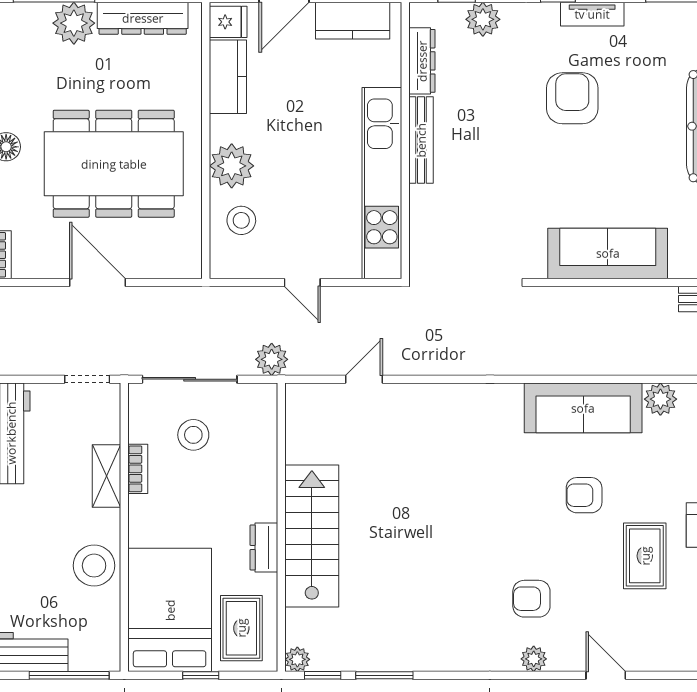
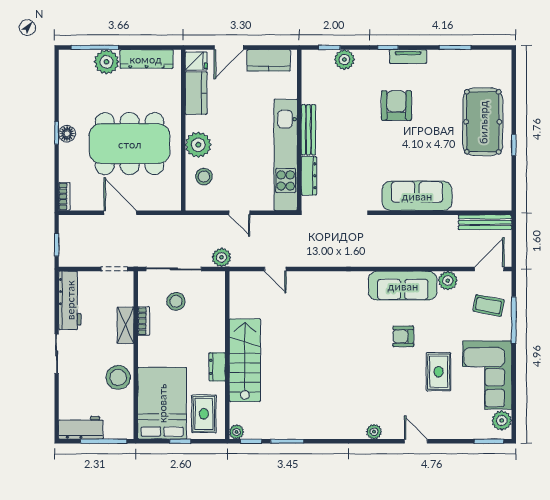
dresser: (422, 61) -> (309, 176), moved
door: (364, 379) -> (275, 269), swing flipped
armchair: (531, 599) -> (373, 397), removed

